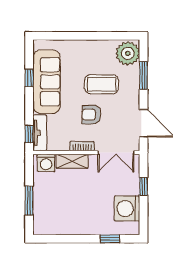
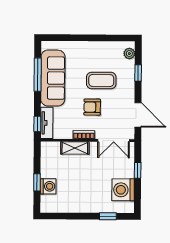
plant: (128, 53) -> (129, 54), width x0.53, depth x0.53
window: (143, 75) -> (138, 73), width x0.67
window: (29, 78) -> (38, 75), width x2.17
washing machine: (46, 163) -> (48, 186), moved, turned -90
window: (29, 201) -> (37, 182), width x0.67

